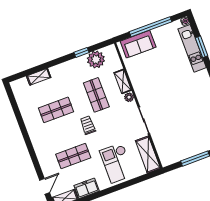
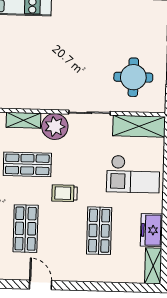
plant: (129, 97) -> (55, 127), width x1.88, depth x1.88
round table: (177, 139) -> (133, 77), added
door: (45, 186) -> (41, 285), moved

